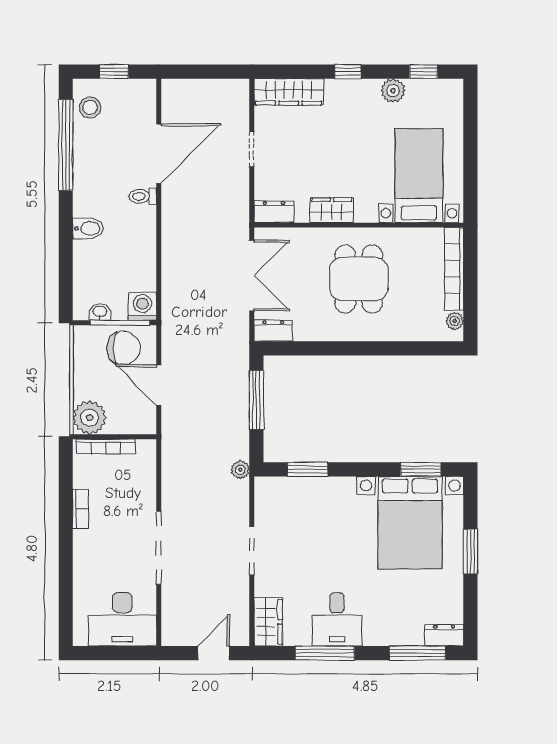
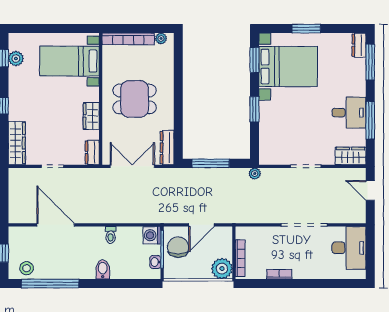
plant: (393, 91) -> (16, 59), moved
toilet: (143, 196) -> (111, 235), moved
dresser: (273, 331) -> (167, 148), width x1.44
window: (308, 469) -> (254, 109), moved

